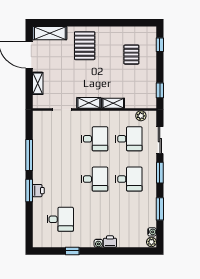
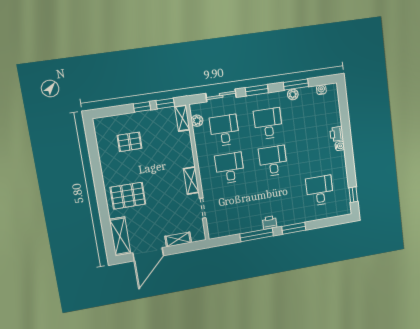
window: (160, 45) -> (142, 107), moved
shelving: (113, 103) -> (182, 118), moved
printer: (38, 191) -> (270, 223), moved
plant: (151, 242) -> (293, 94), moved
window: (72, 251) -> (353, 195), moved

